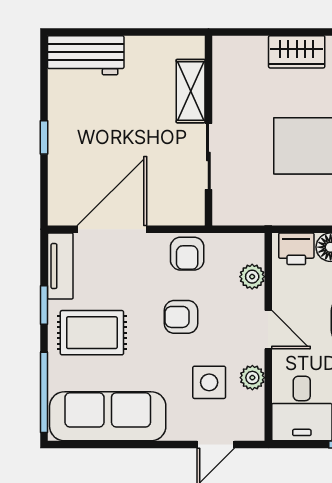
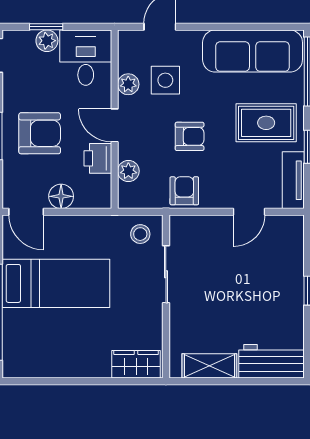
wardrobe: (297, 52) -> (136, 364), moved
shelving: (191, 91) -> (209, 366), moved, turned 90
stool: (238, 203) -> (140, 234), added
door: (112, 229) -> (249, 212), width x0.53
printer: (296, 249) -> (98, 158), moved, turned -90

